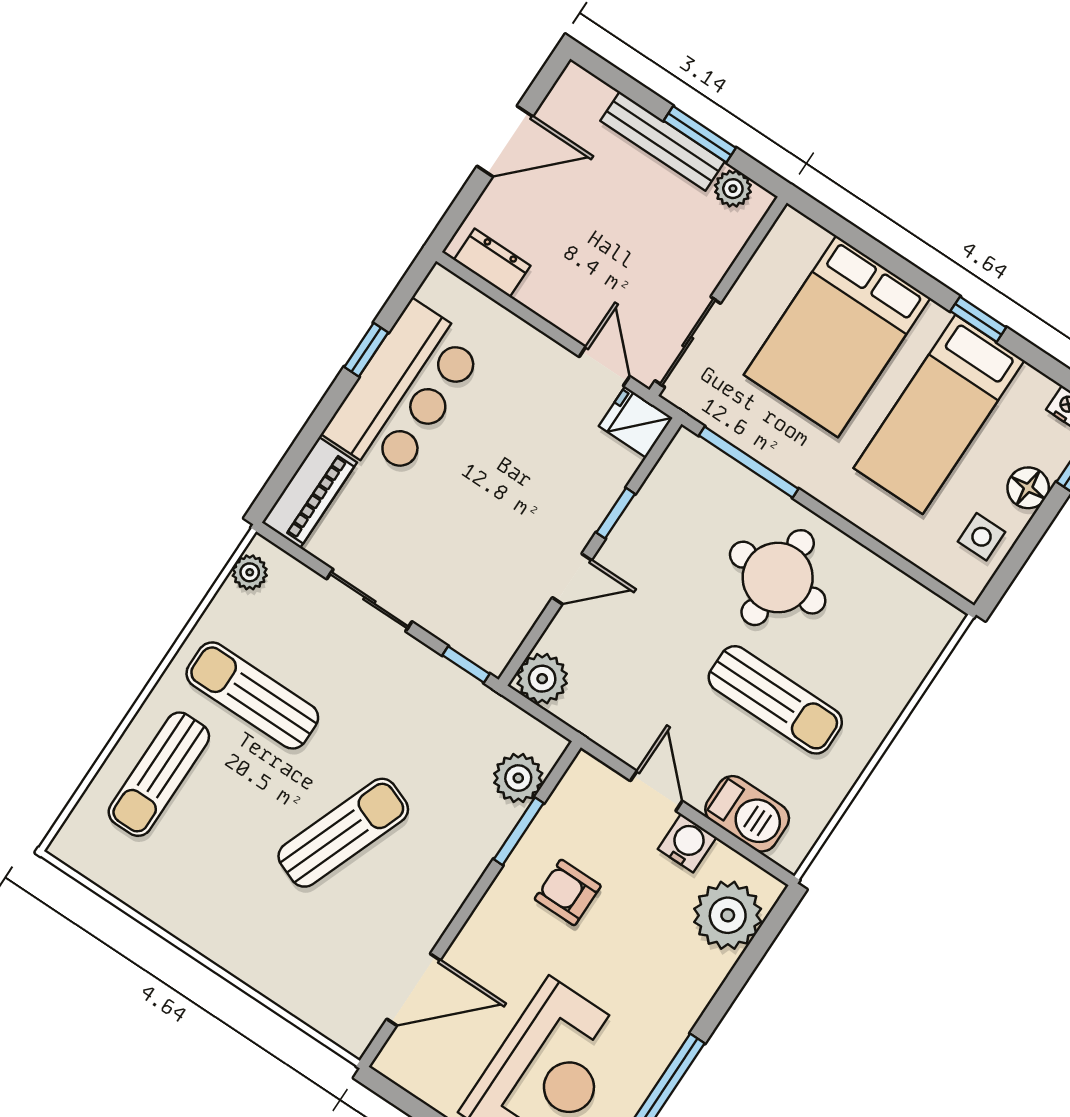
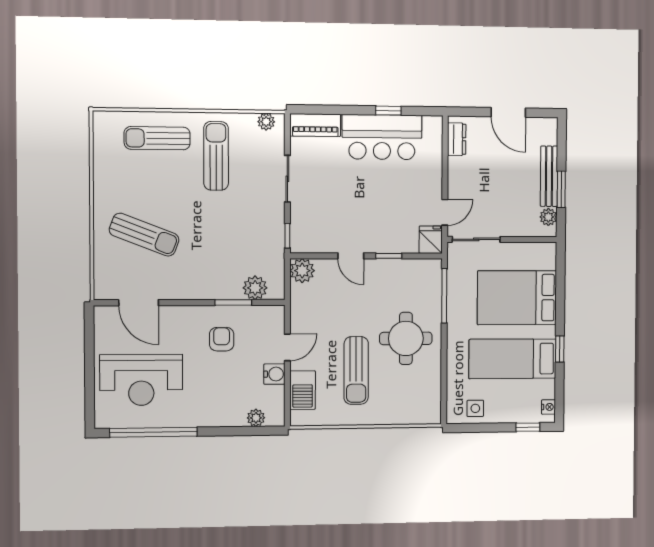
floor lamp: (1028, 488) -> (507, 414), removed
sun lounger: (343, 833) -> (144, 235), moved
plant: (728, 915) -> (256, 418), width x0.53, depth x0.53

